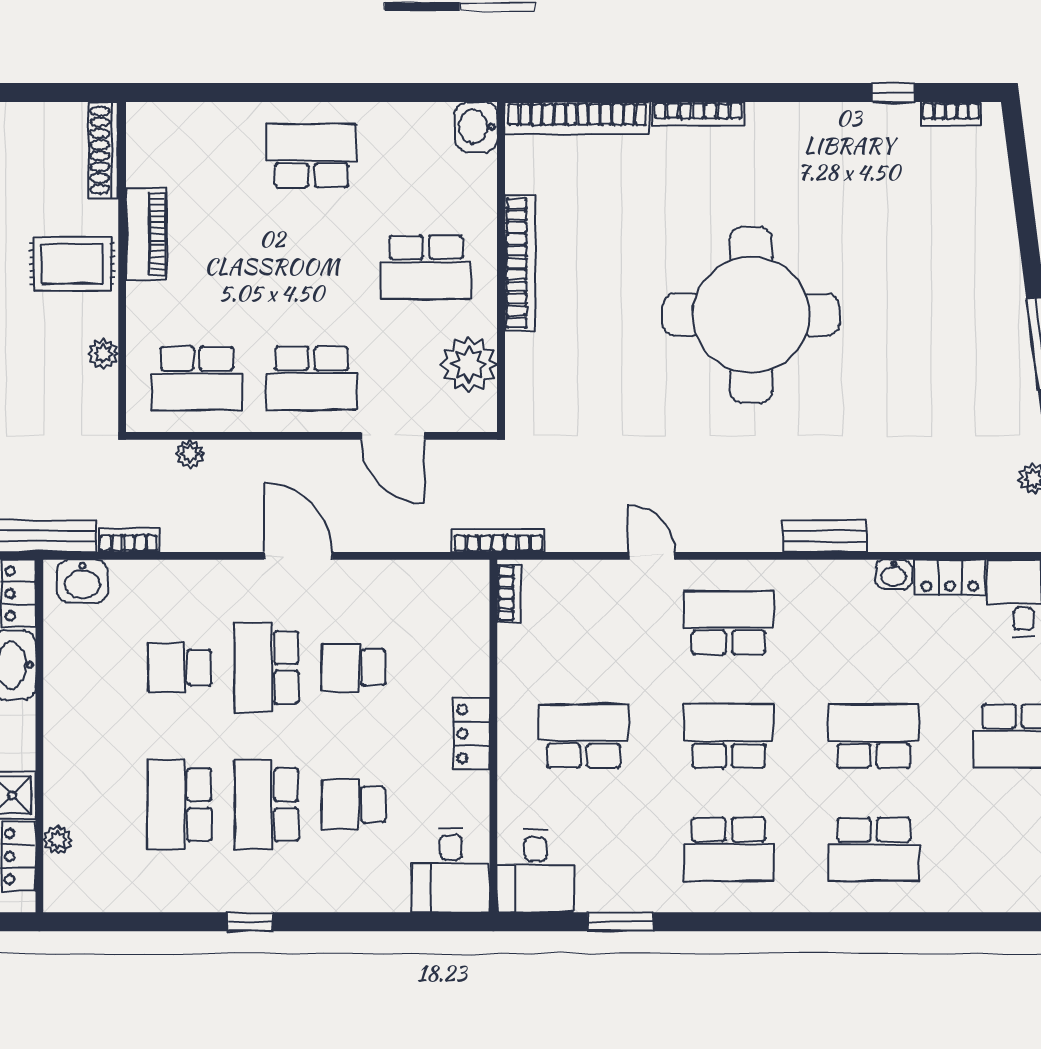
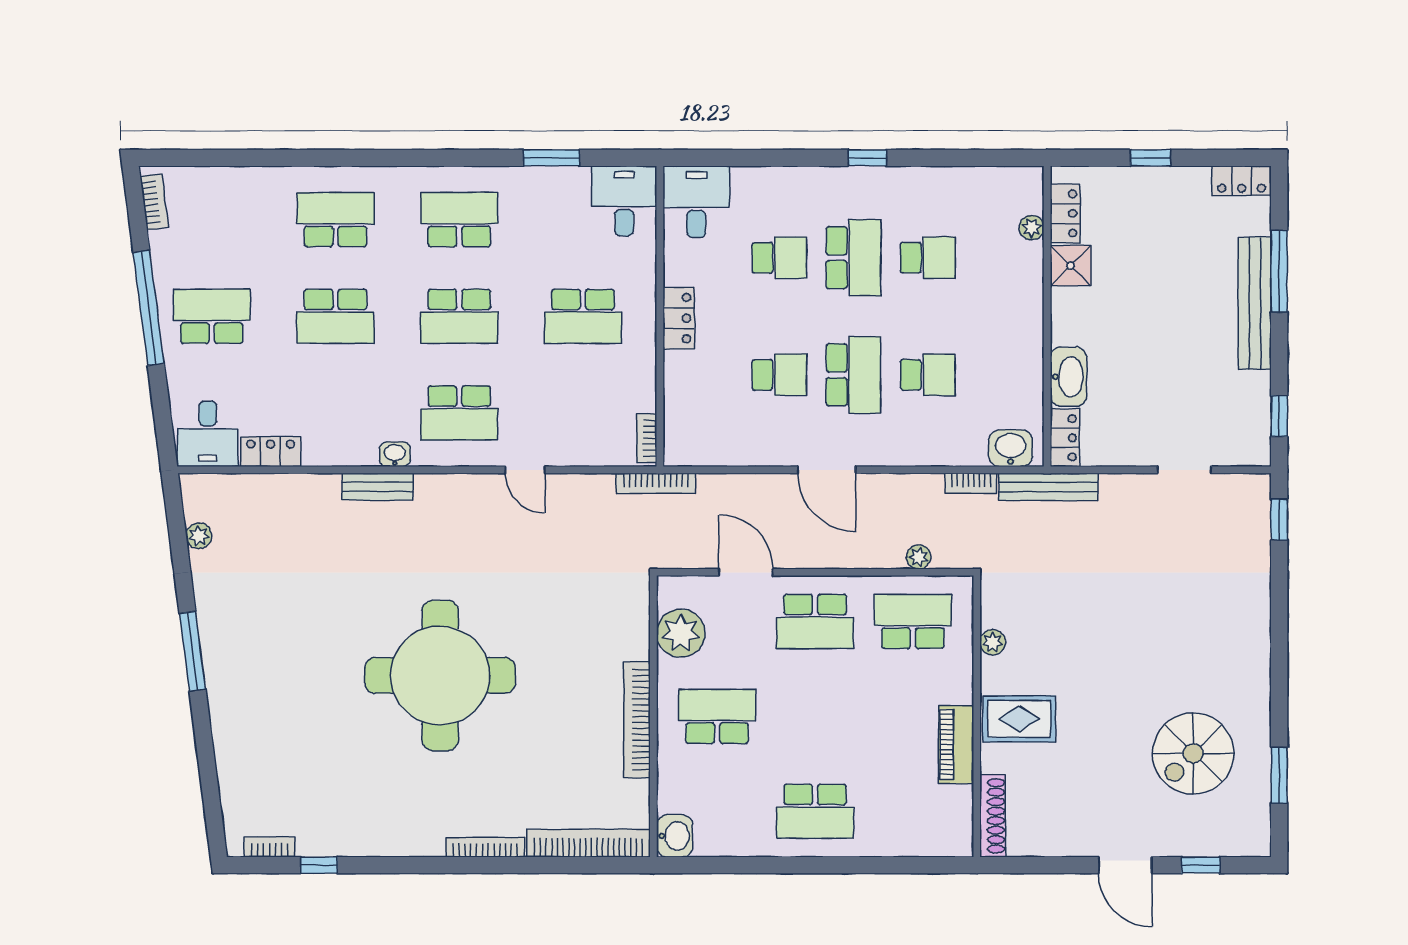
school desk: (312, 378) -> (815, 621), turned 180
washbasin: (894, 574) -> (395, 454), moved
school desk: (180, 805) -> (928, 258), width x0.54

